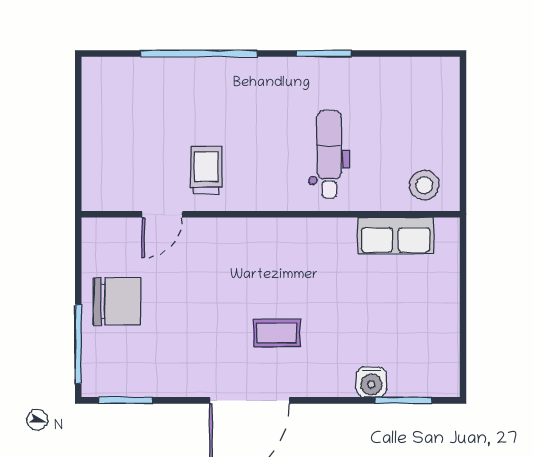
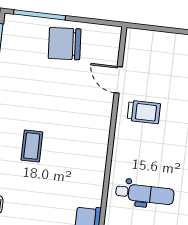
chair: (117, 301) -> (65, 44), turned 86

